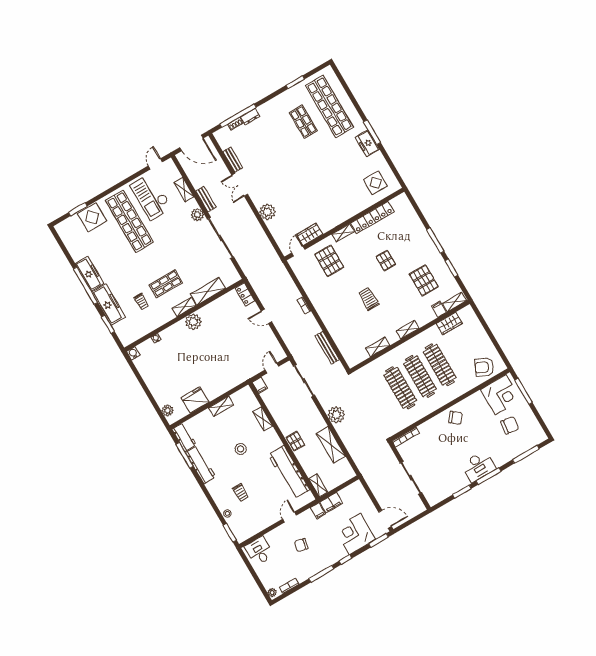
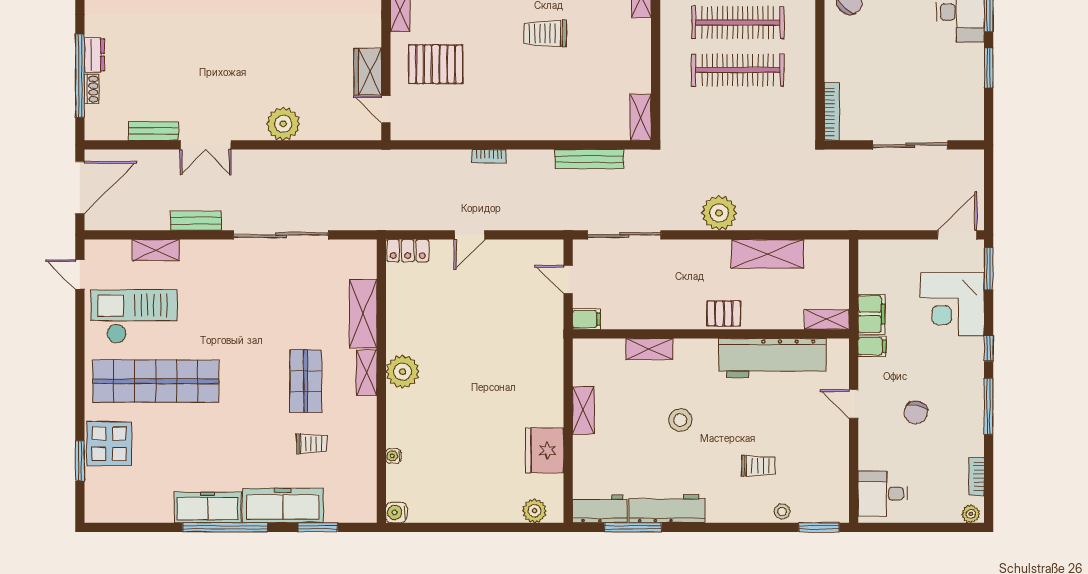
checkout: (151, 197) -> (134, 316), turned 180
plant: (197, 215) -> (215, 252), removed
shelving: (378, 347) -> (641, 117), moved

